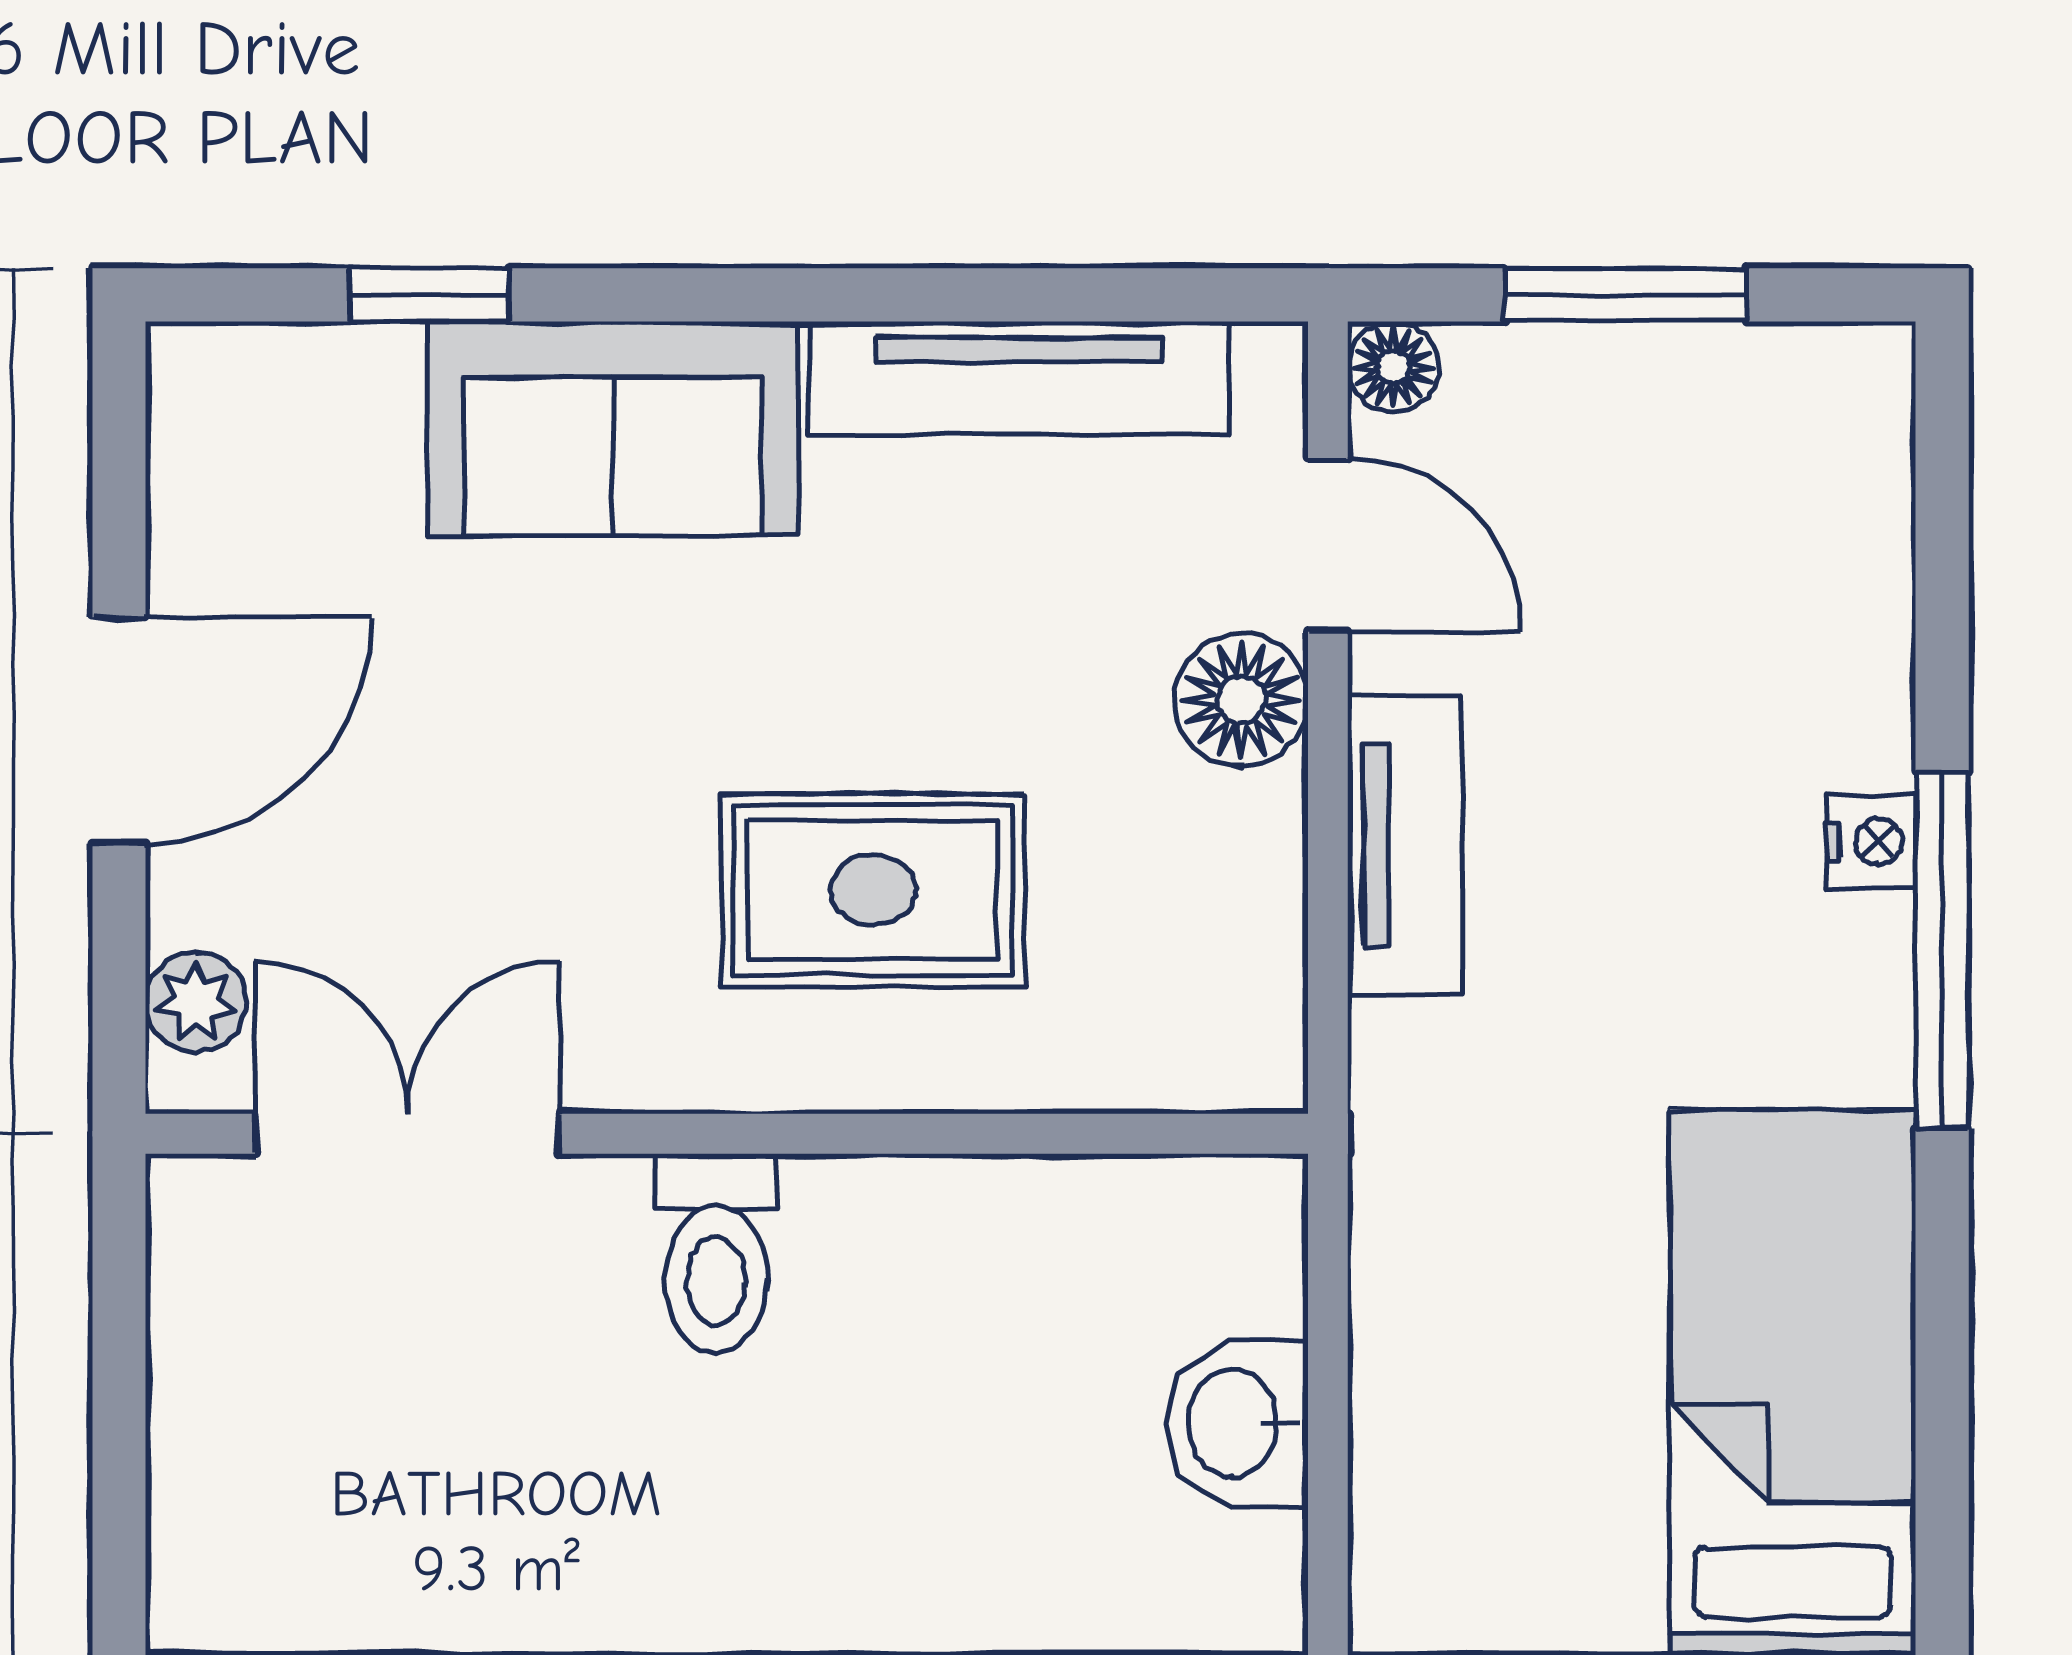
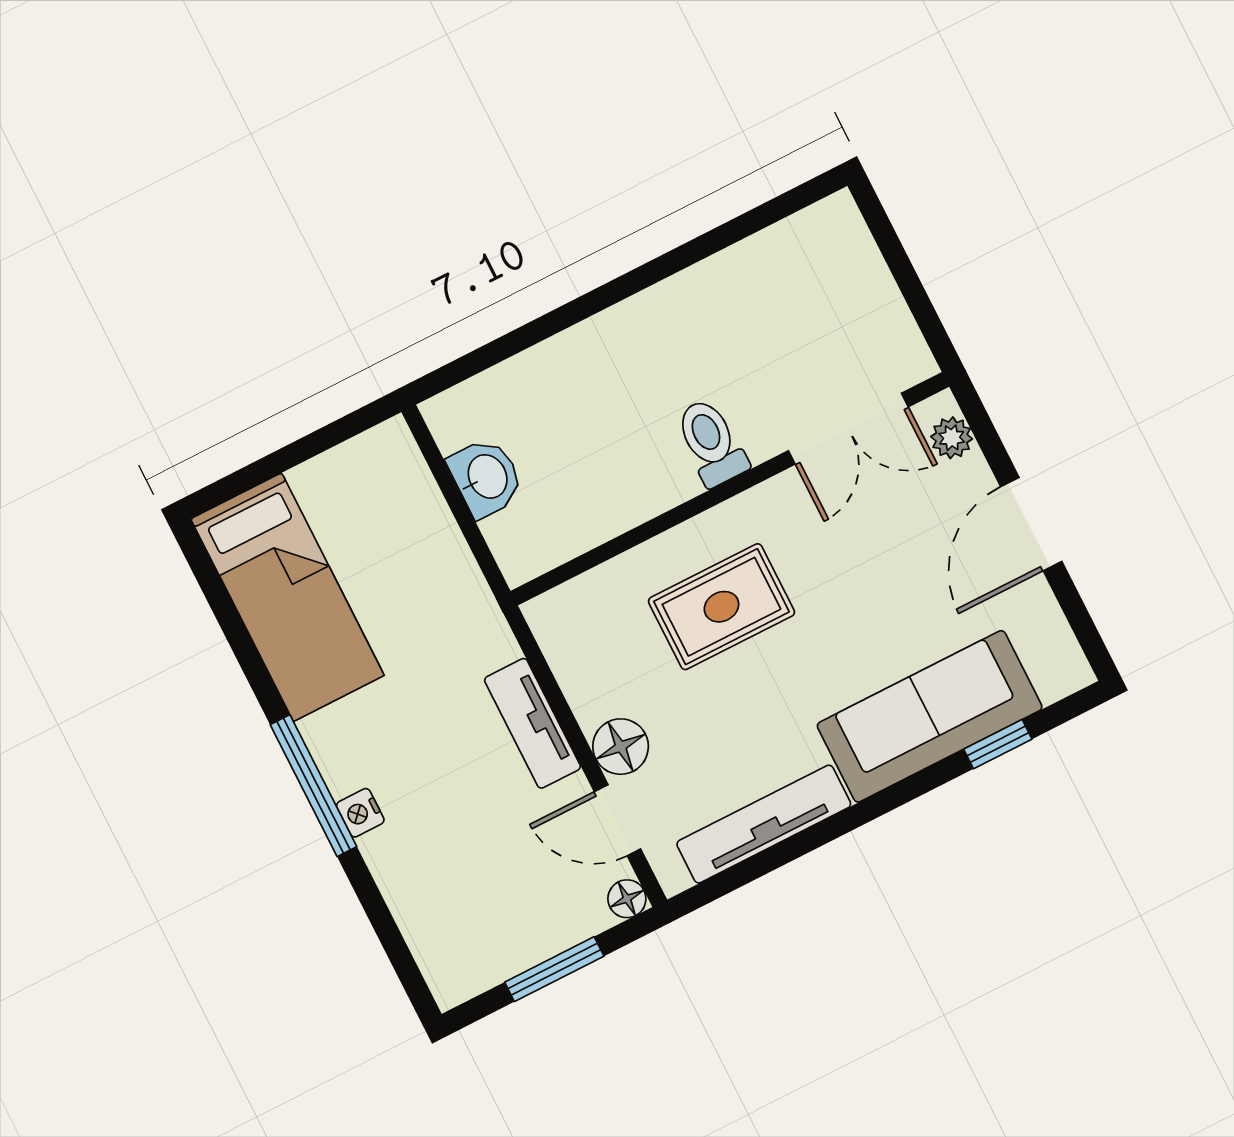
sofa: (613, 429) -> (930, 716), width x1.36

